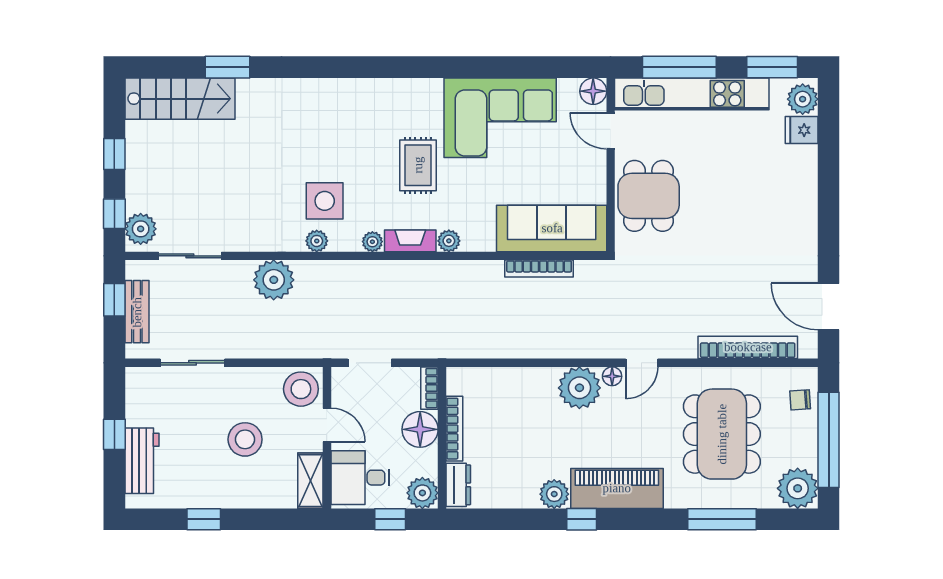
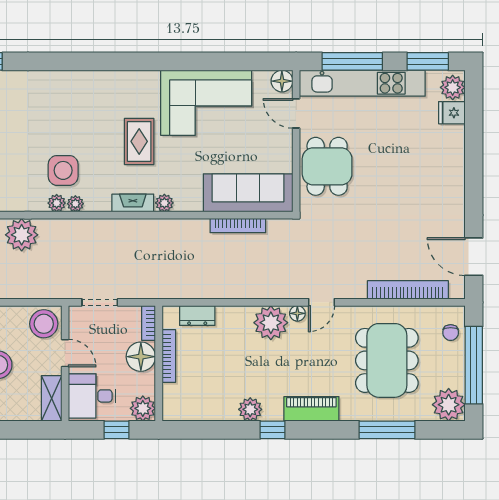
plant: (372, 242) -> (75, 204), moved
chair: (800, 400) -> (451, 333), turned -86
dresser: (458, 485) -> (197, 316), moved, turned 90
piano: (617, 488) -> (311, 409), width x0.73, depth x0.75

